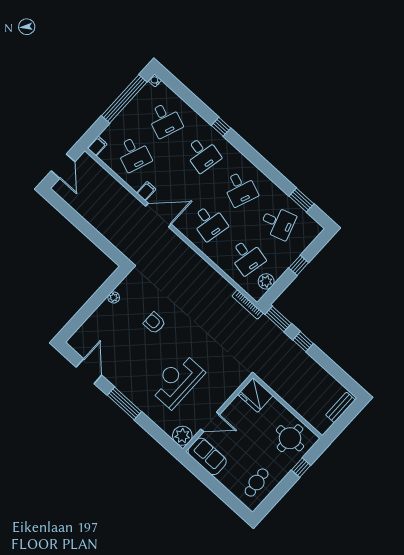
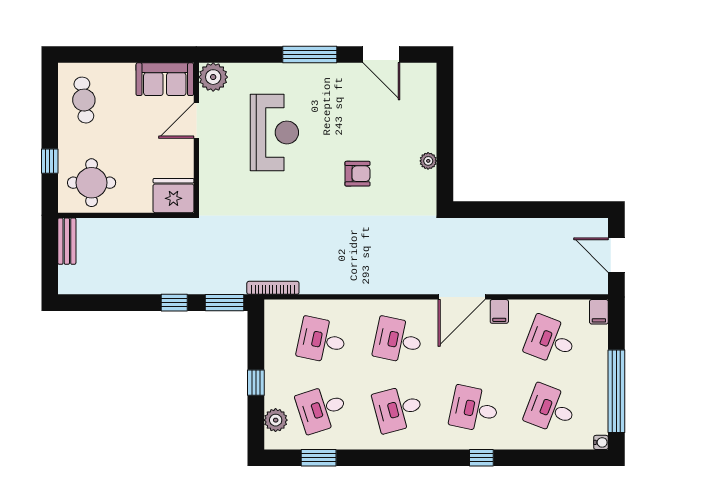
desk: (240, 188) -> (398, 409), turned -36
plant: (266, 281) -> (276, 420), moved
bench: (340, 407) -> (67, 241), moved

